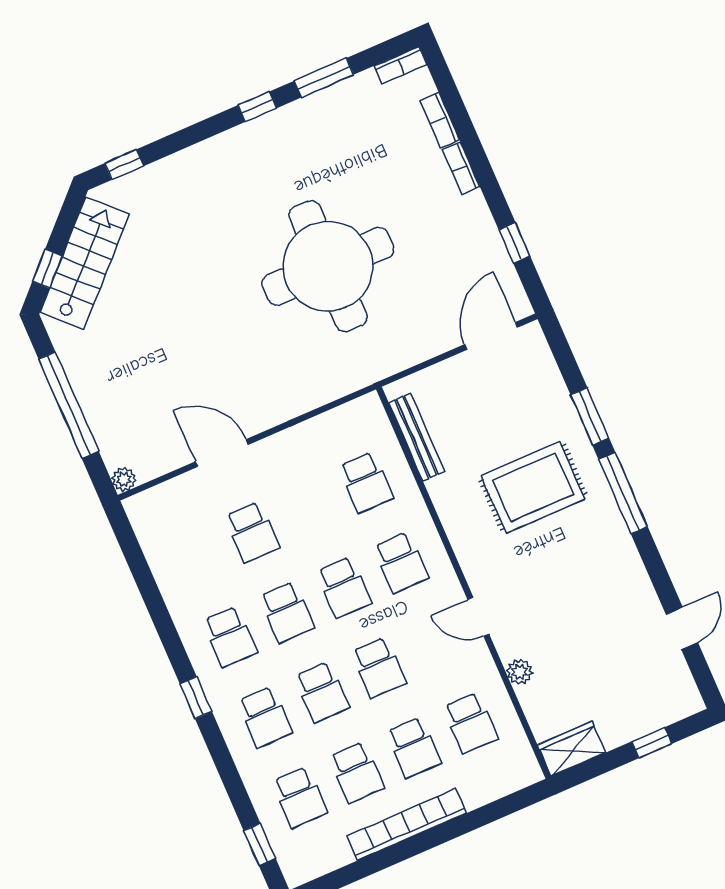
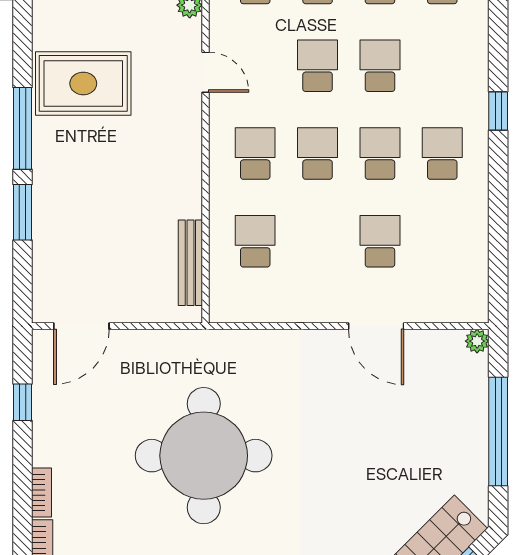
rug: (533, 487) -> (83, 83), moved
school desk: (265, 717) -> (442, 66), removed

